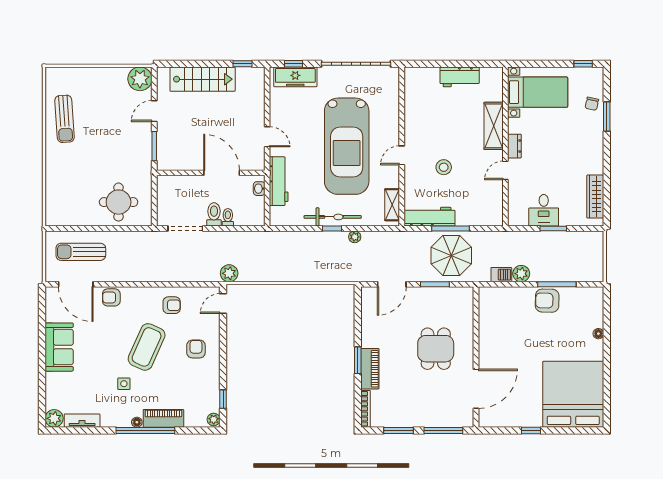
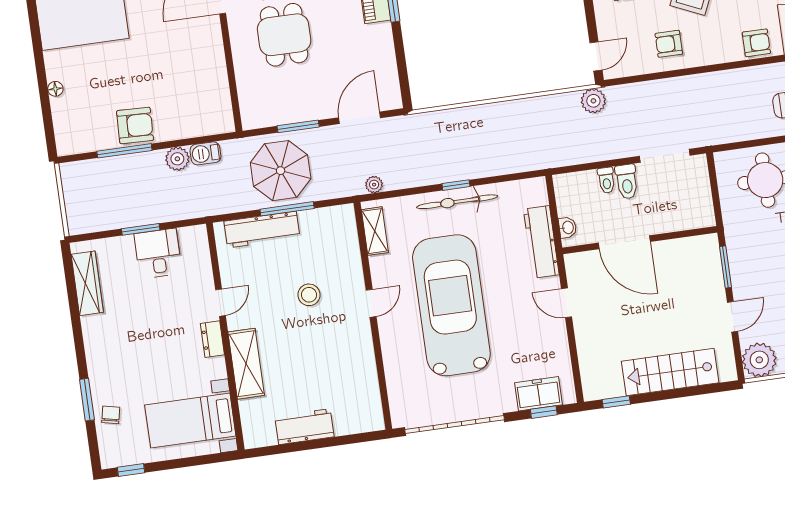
freezer: (295, 77) -> (538, 394), width x0.71
workbench: (429, 217) -> (262, 230), moved
plant: (355, 237) -> (374, 185), moved

